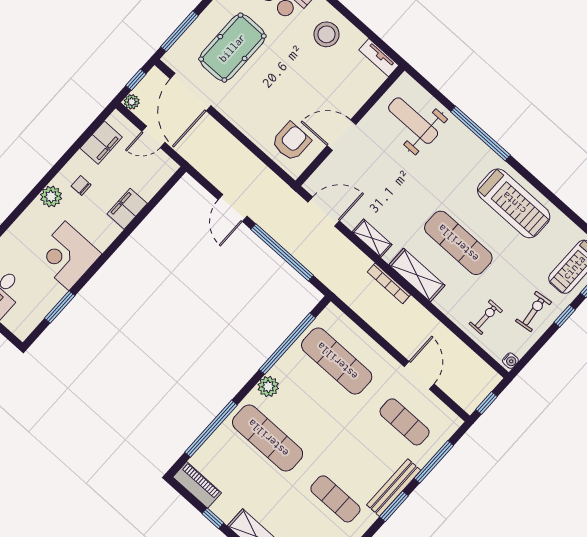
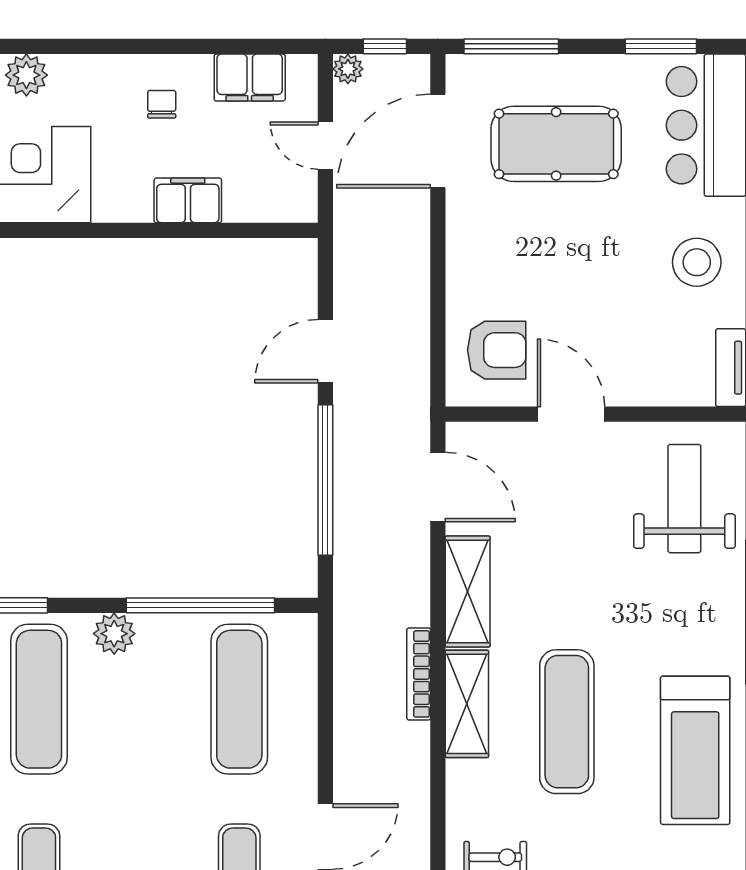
plant: (51, 197) -> (26, 75), moved
shelving: (372, 238) -> (468, 591), width x1.50, depth x1.33

